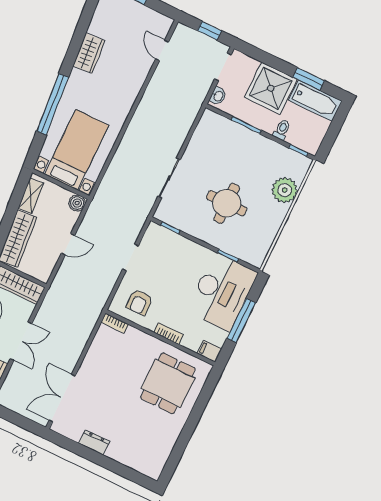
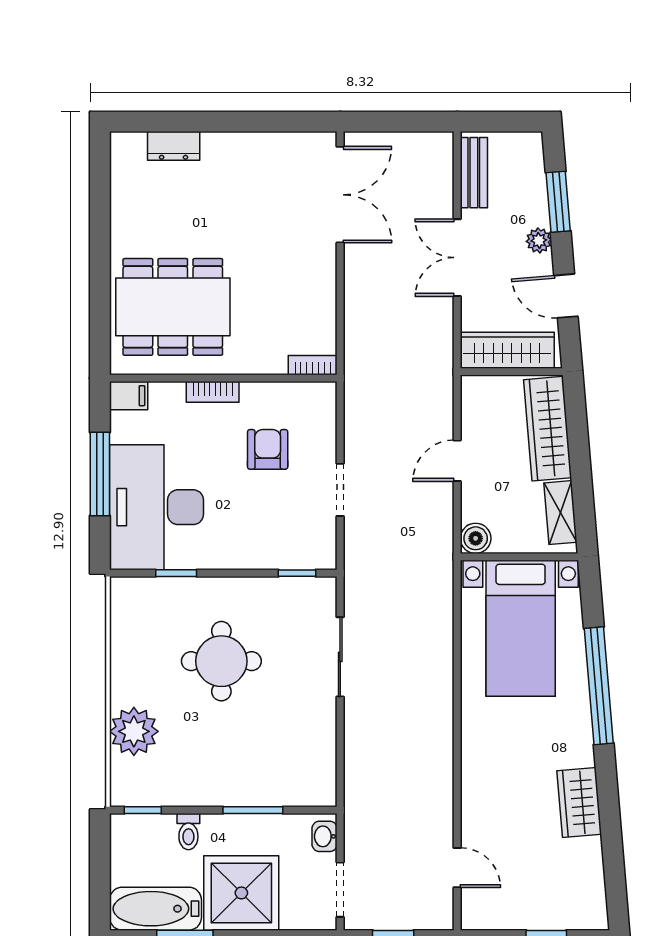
armchair: (139, 302) -> (268, 449), moved
dining table: (168, 383) -> (173, 307), width x1.38
dresser: (94, 442) -> (174, 146), moved

